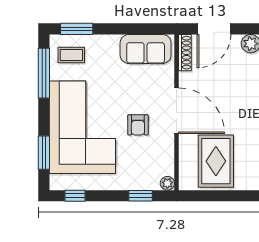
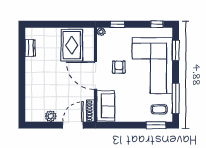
sofa: (146, 49) -> (106, 106), moved, turned 90

